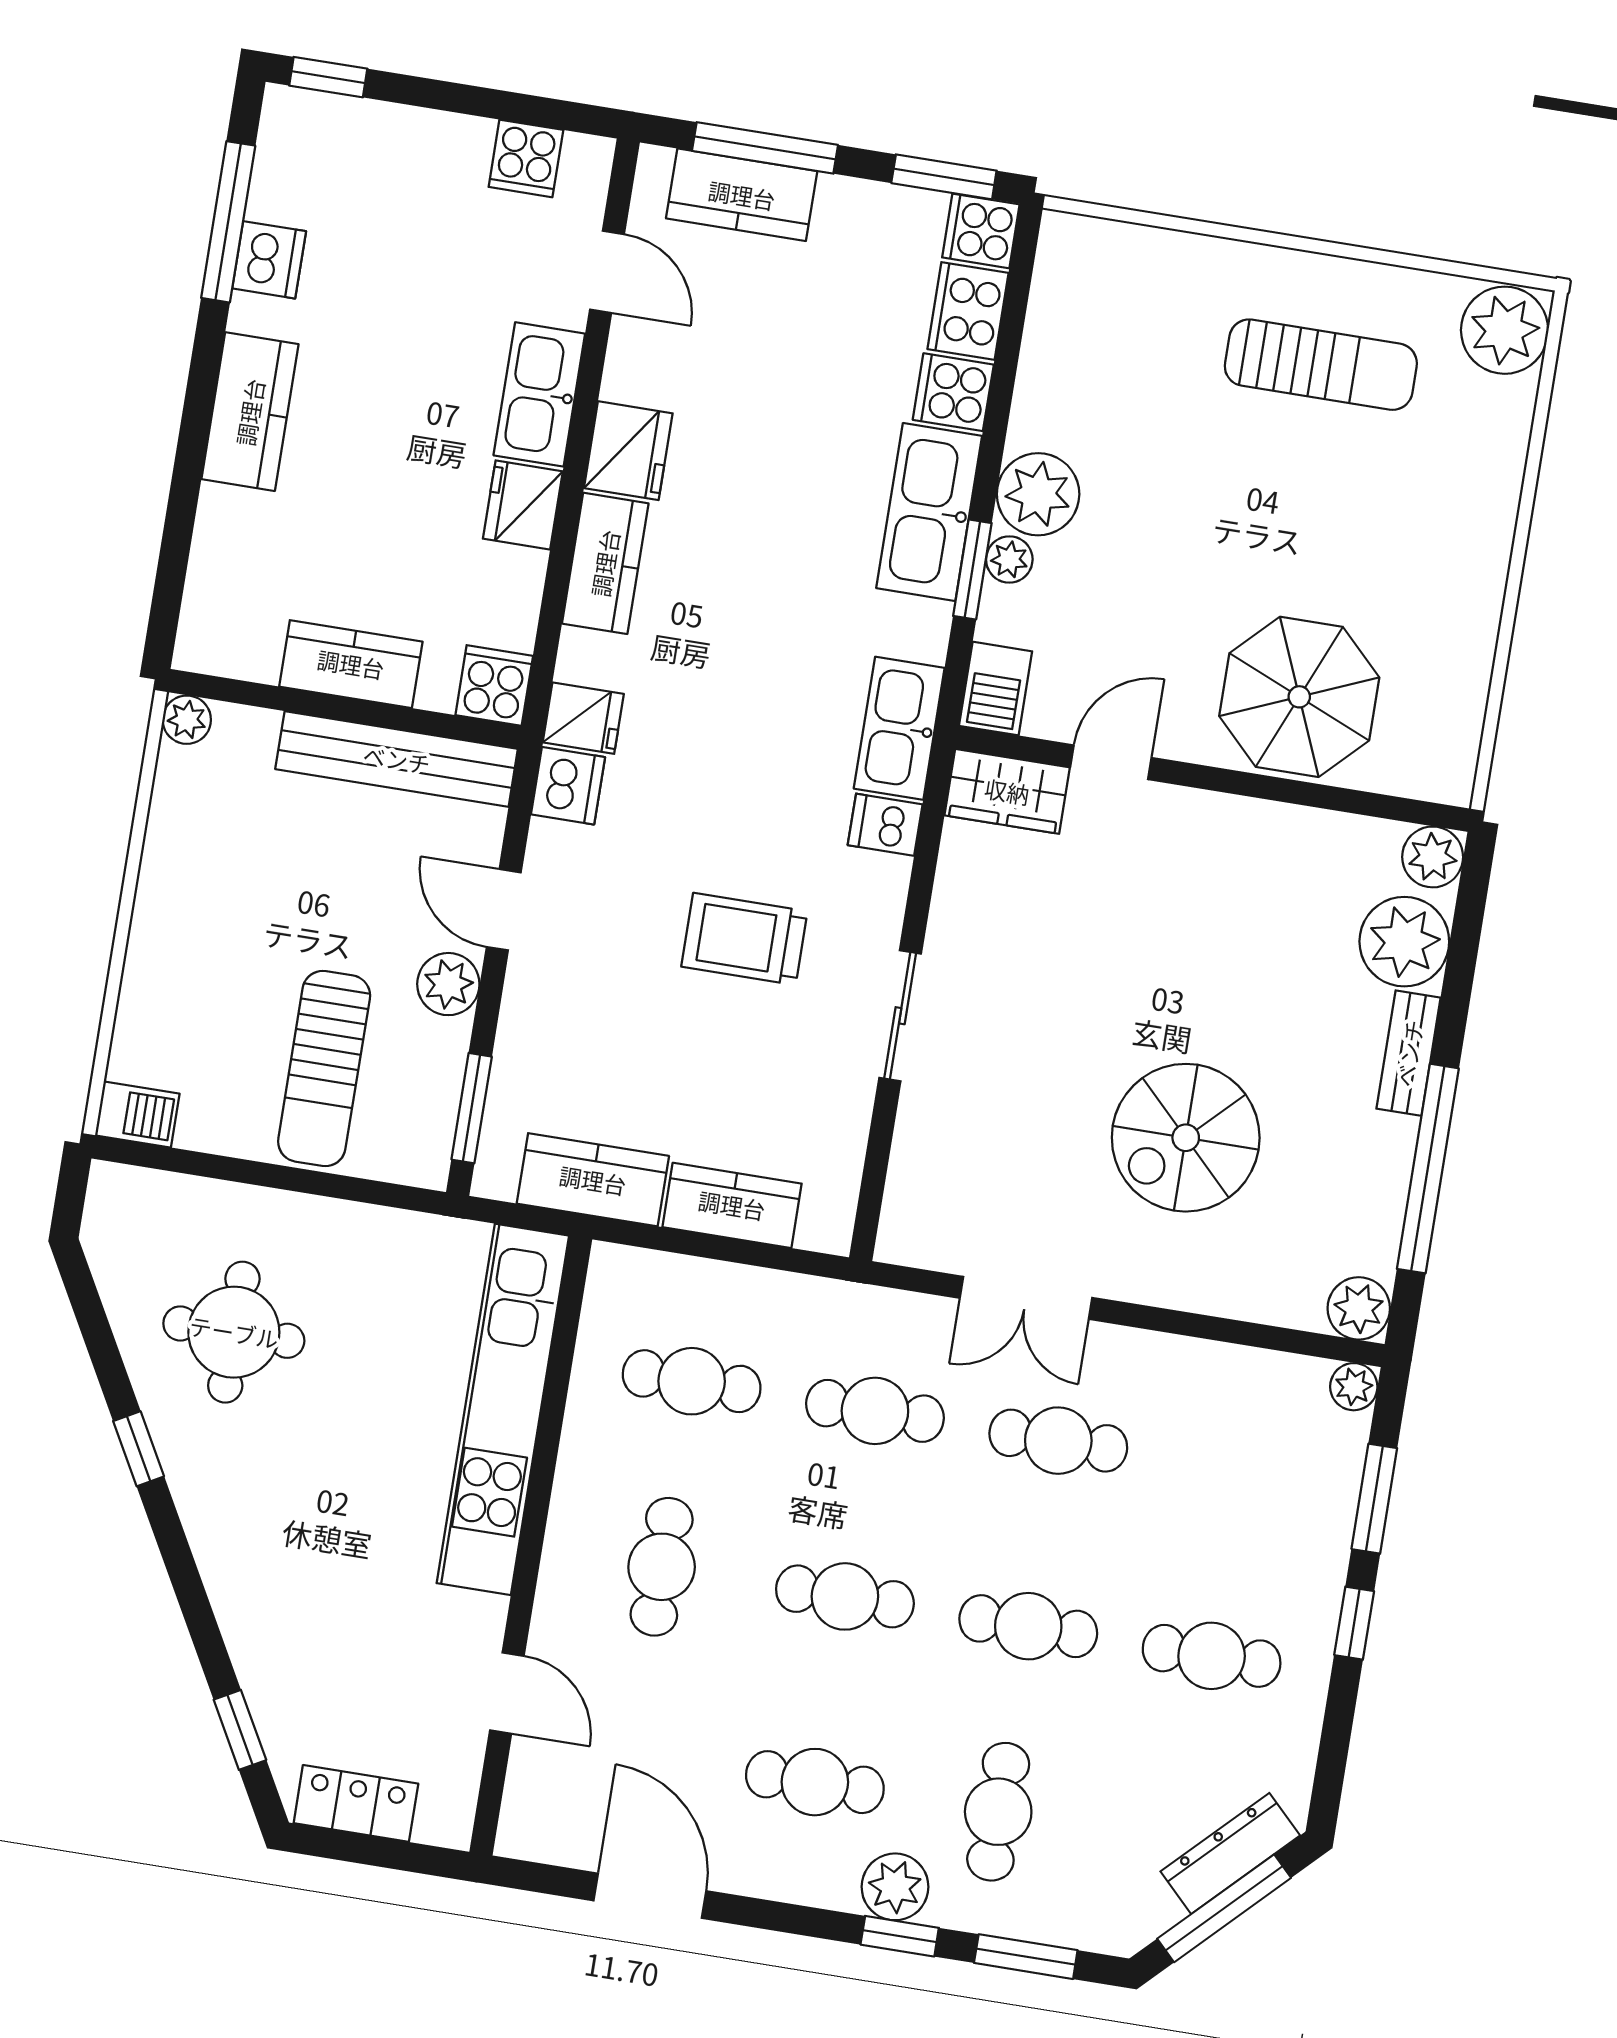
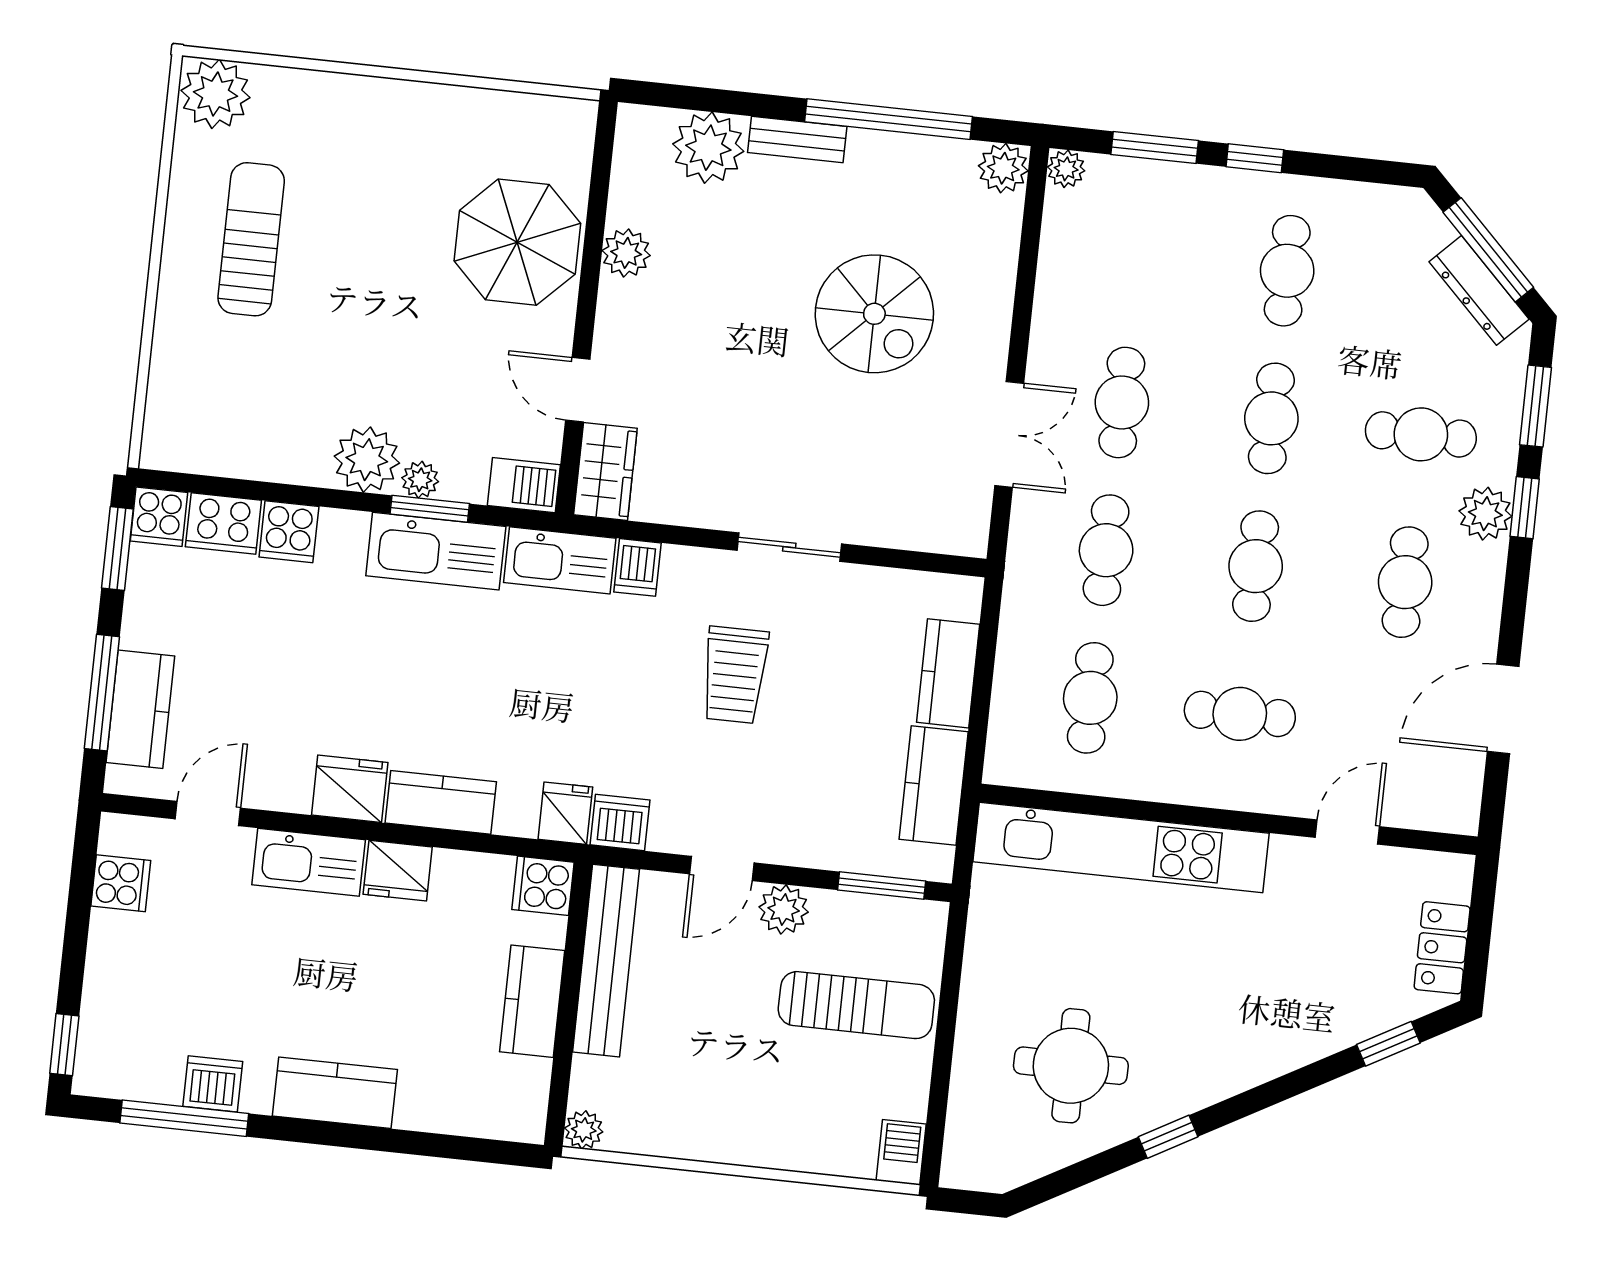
kitchen sink: (929, 512) -> (436, 551), moved
plant: (1433, 857) -> (626, 253), moved
dresser: (1230, 1853) -> (1479, 290), moved

